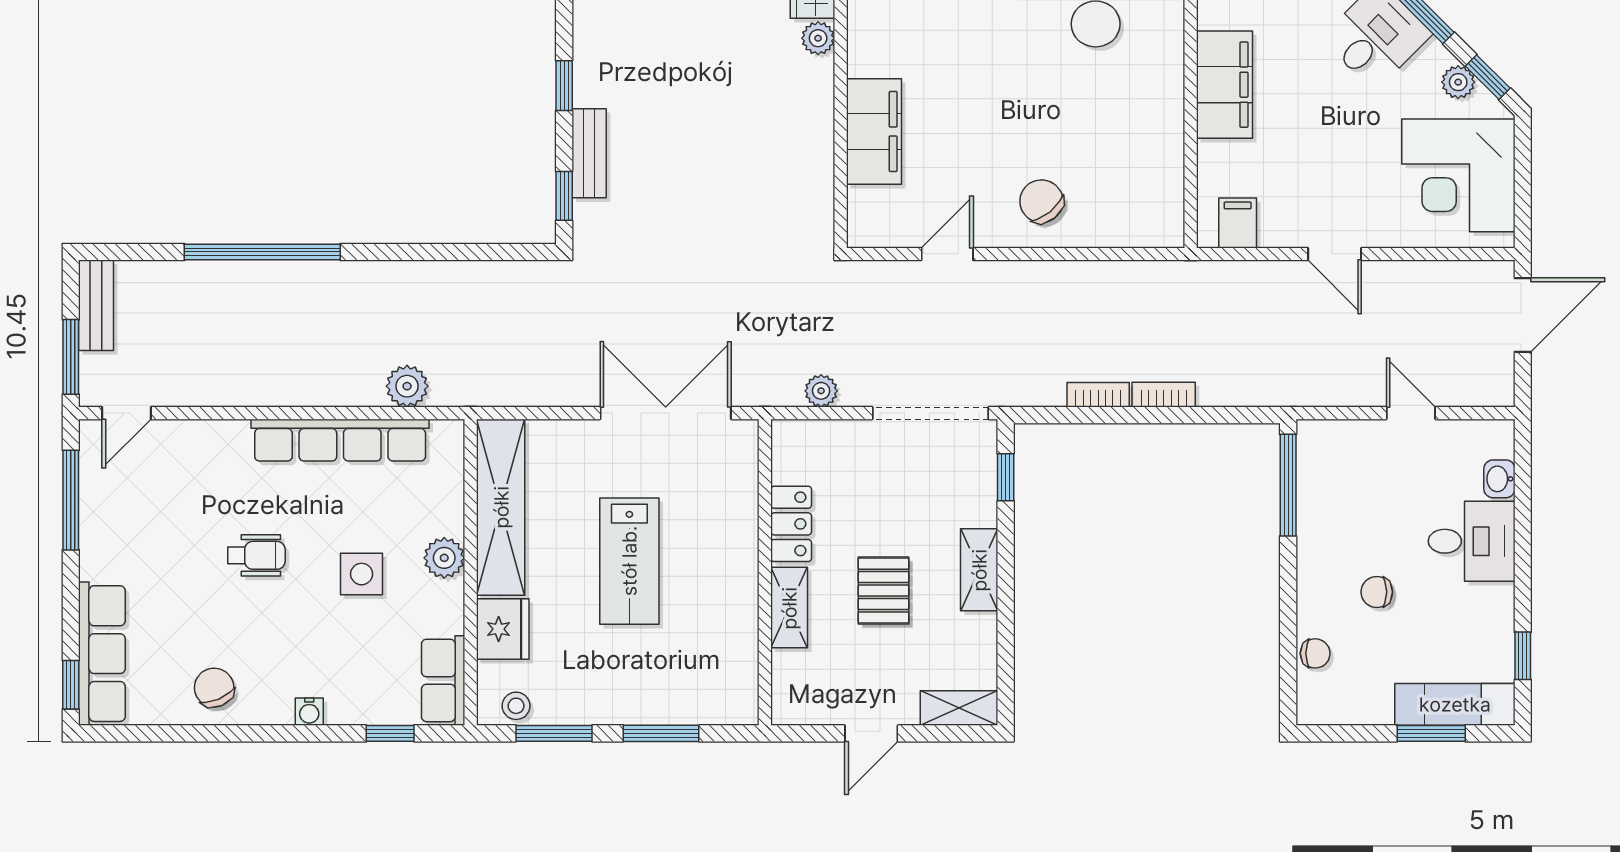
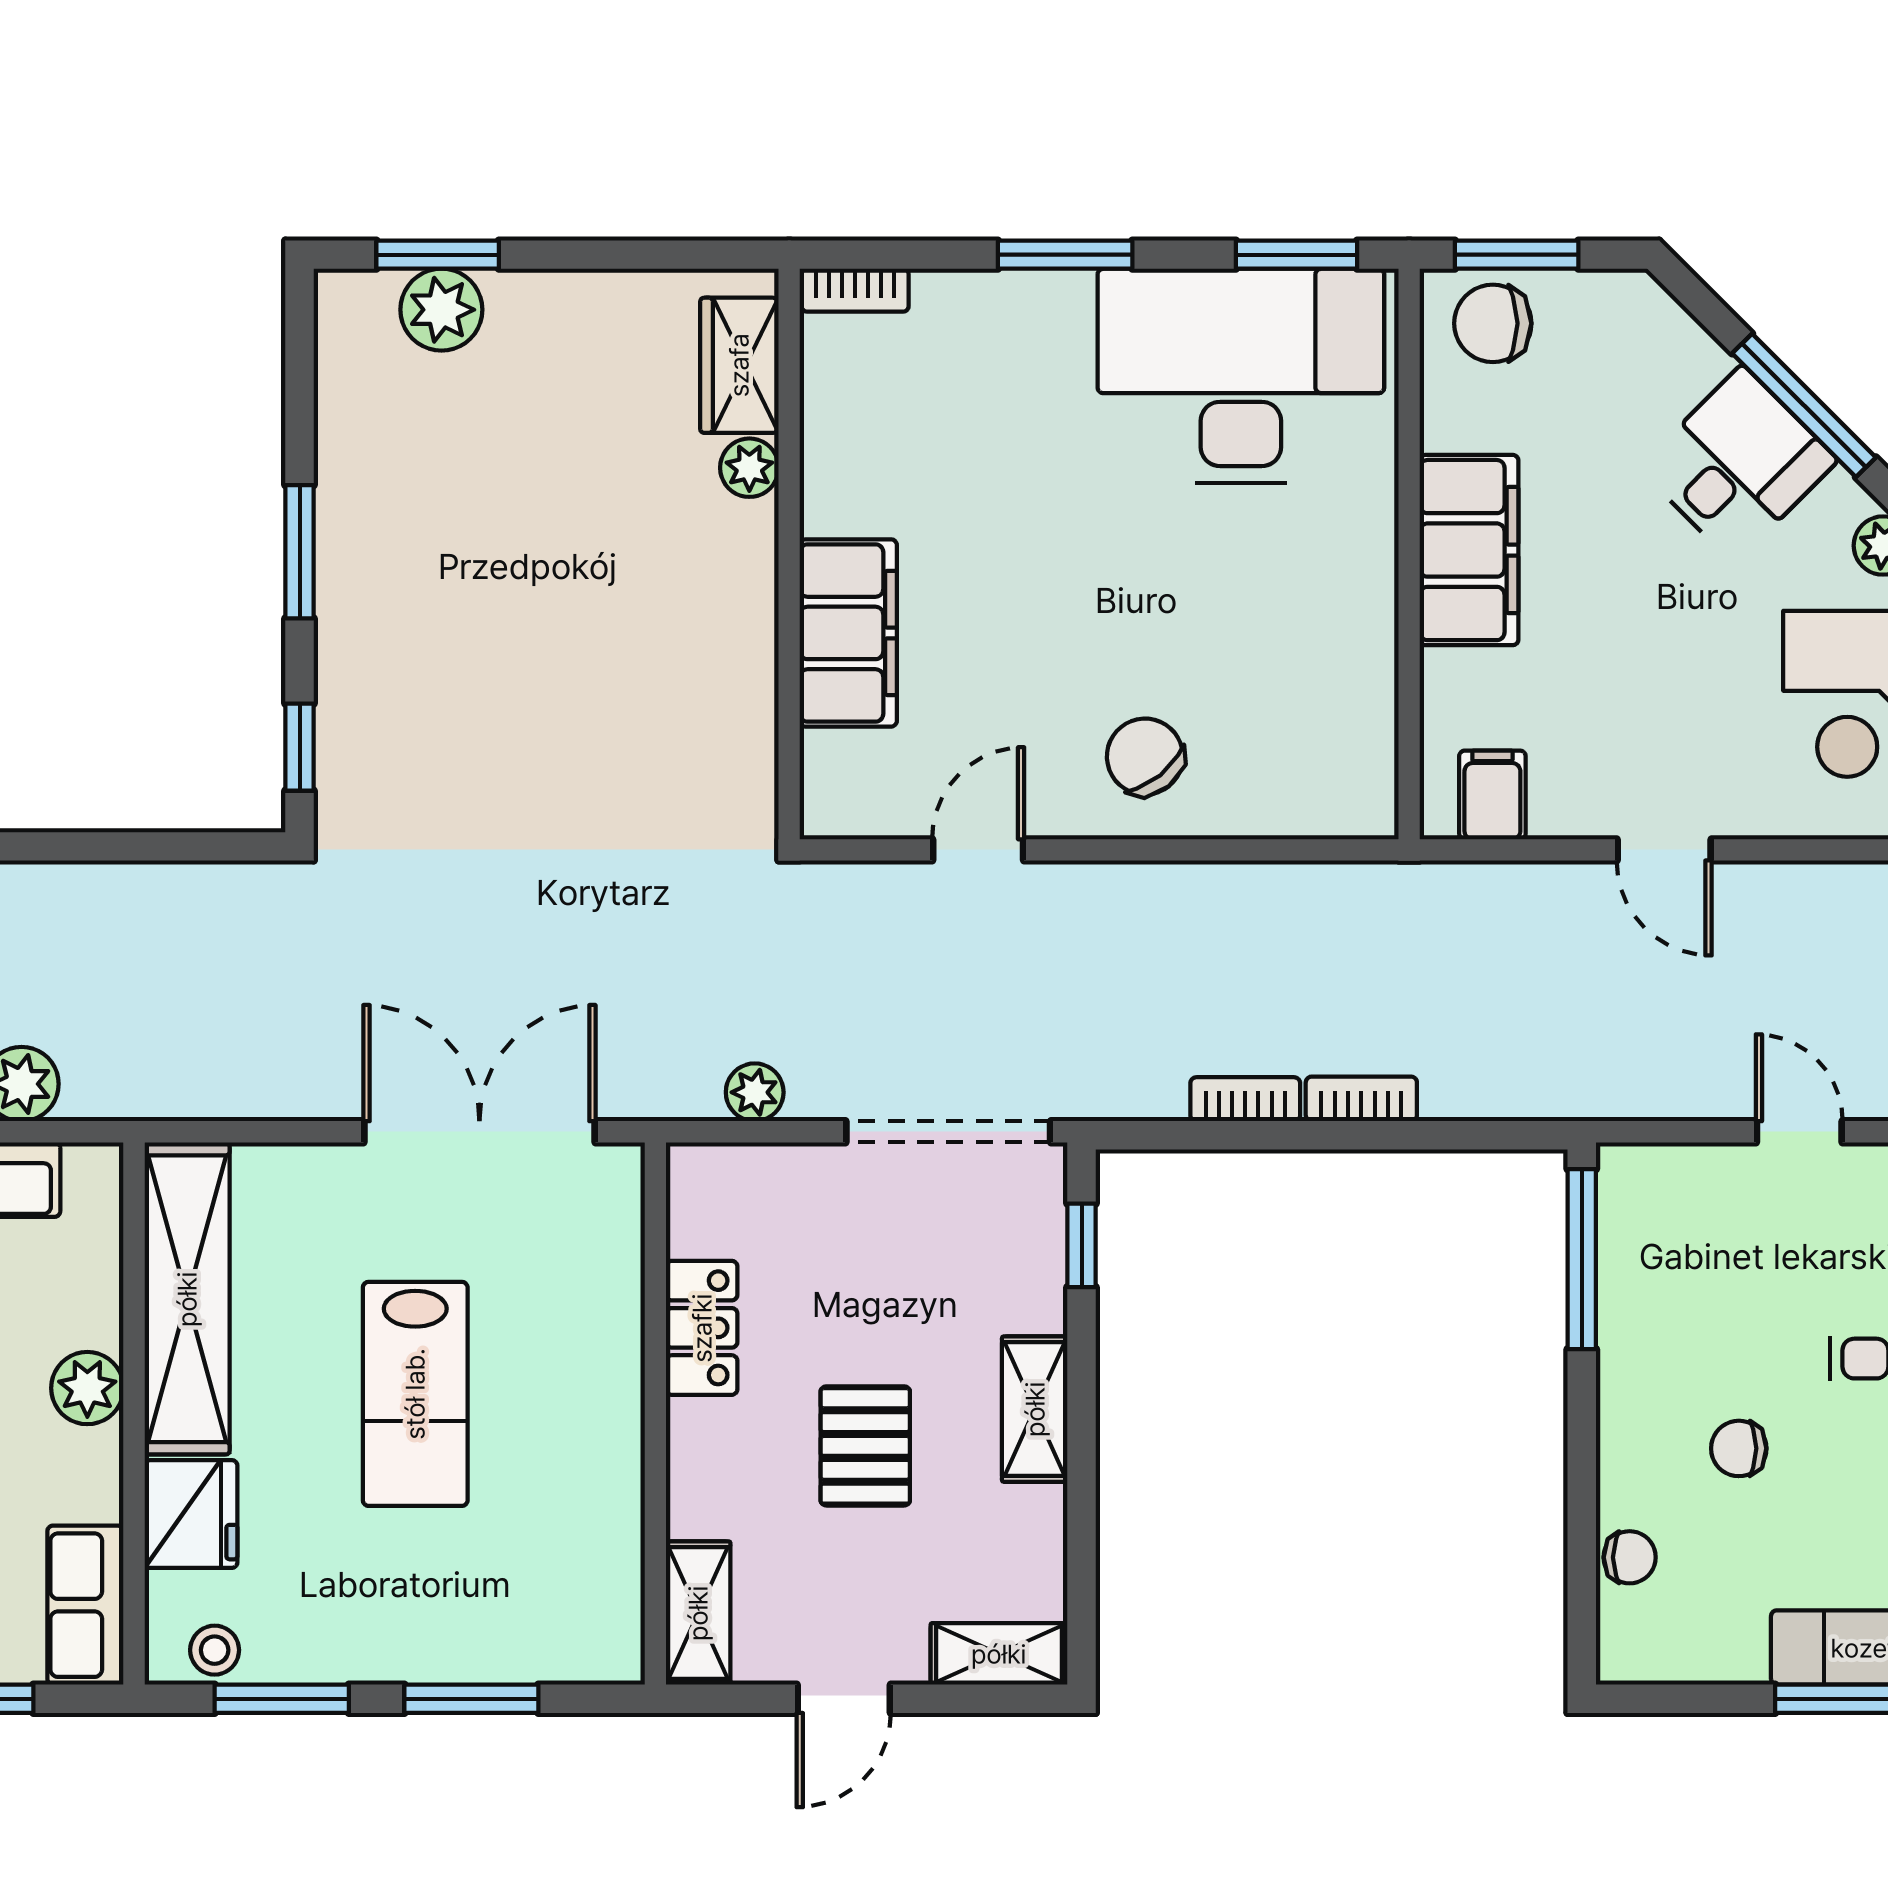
window: (564, 86) -> (300, 552), width x1.50
bench: (589, 153) -> (344, 672), removed
shelving: (789, 608) -> (698, 1613), moved

